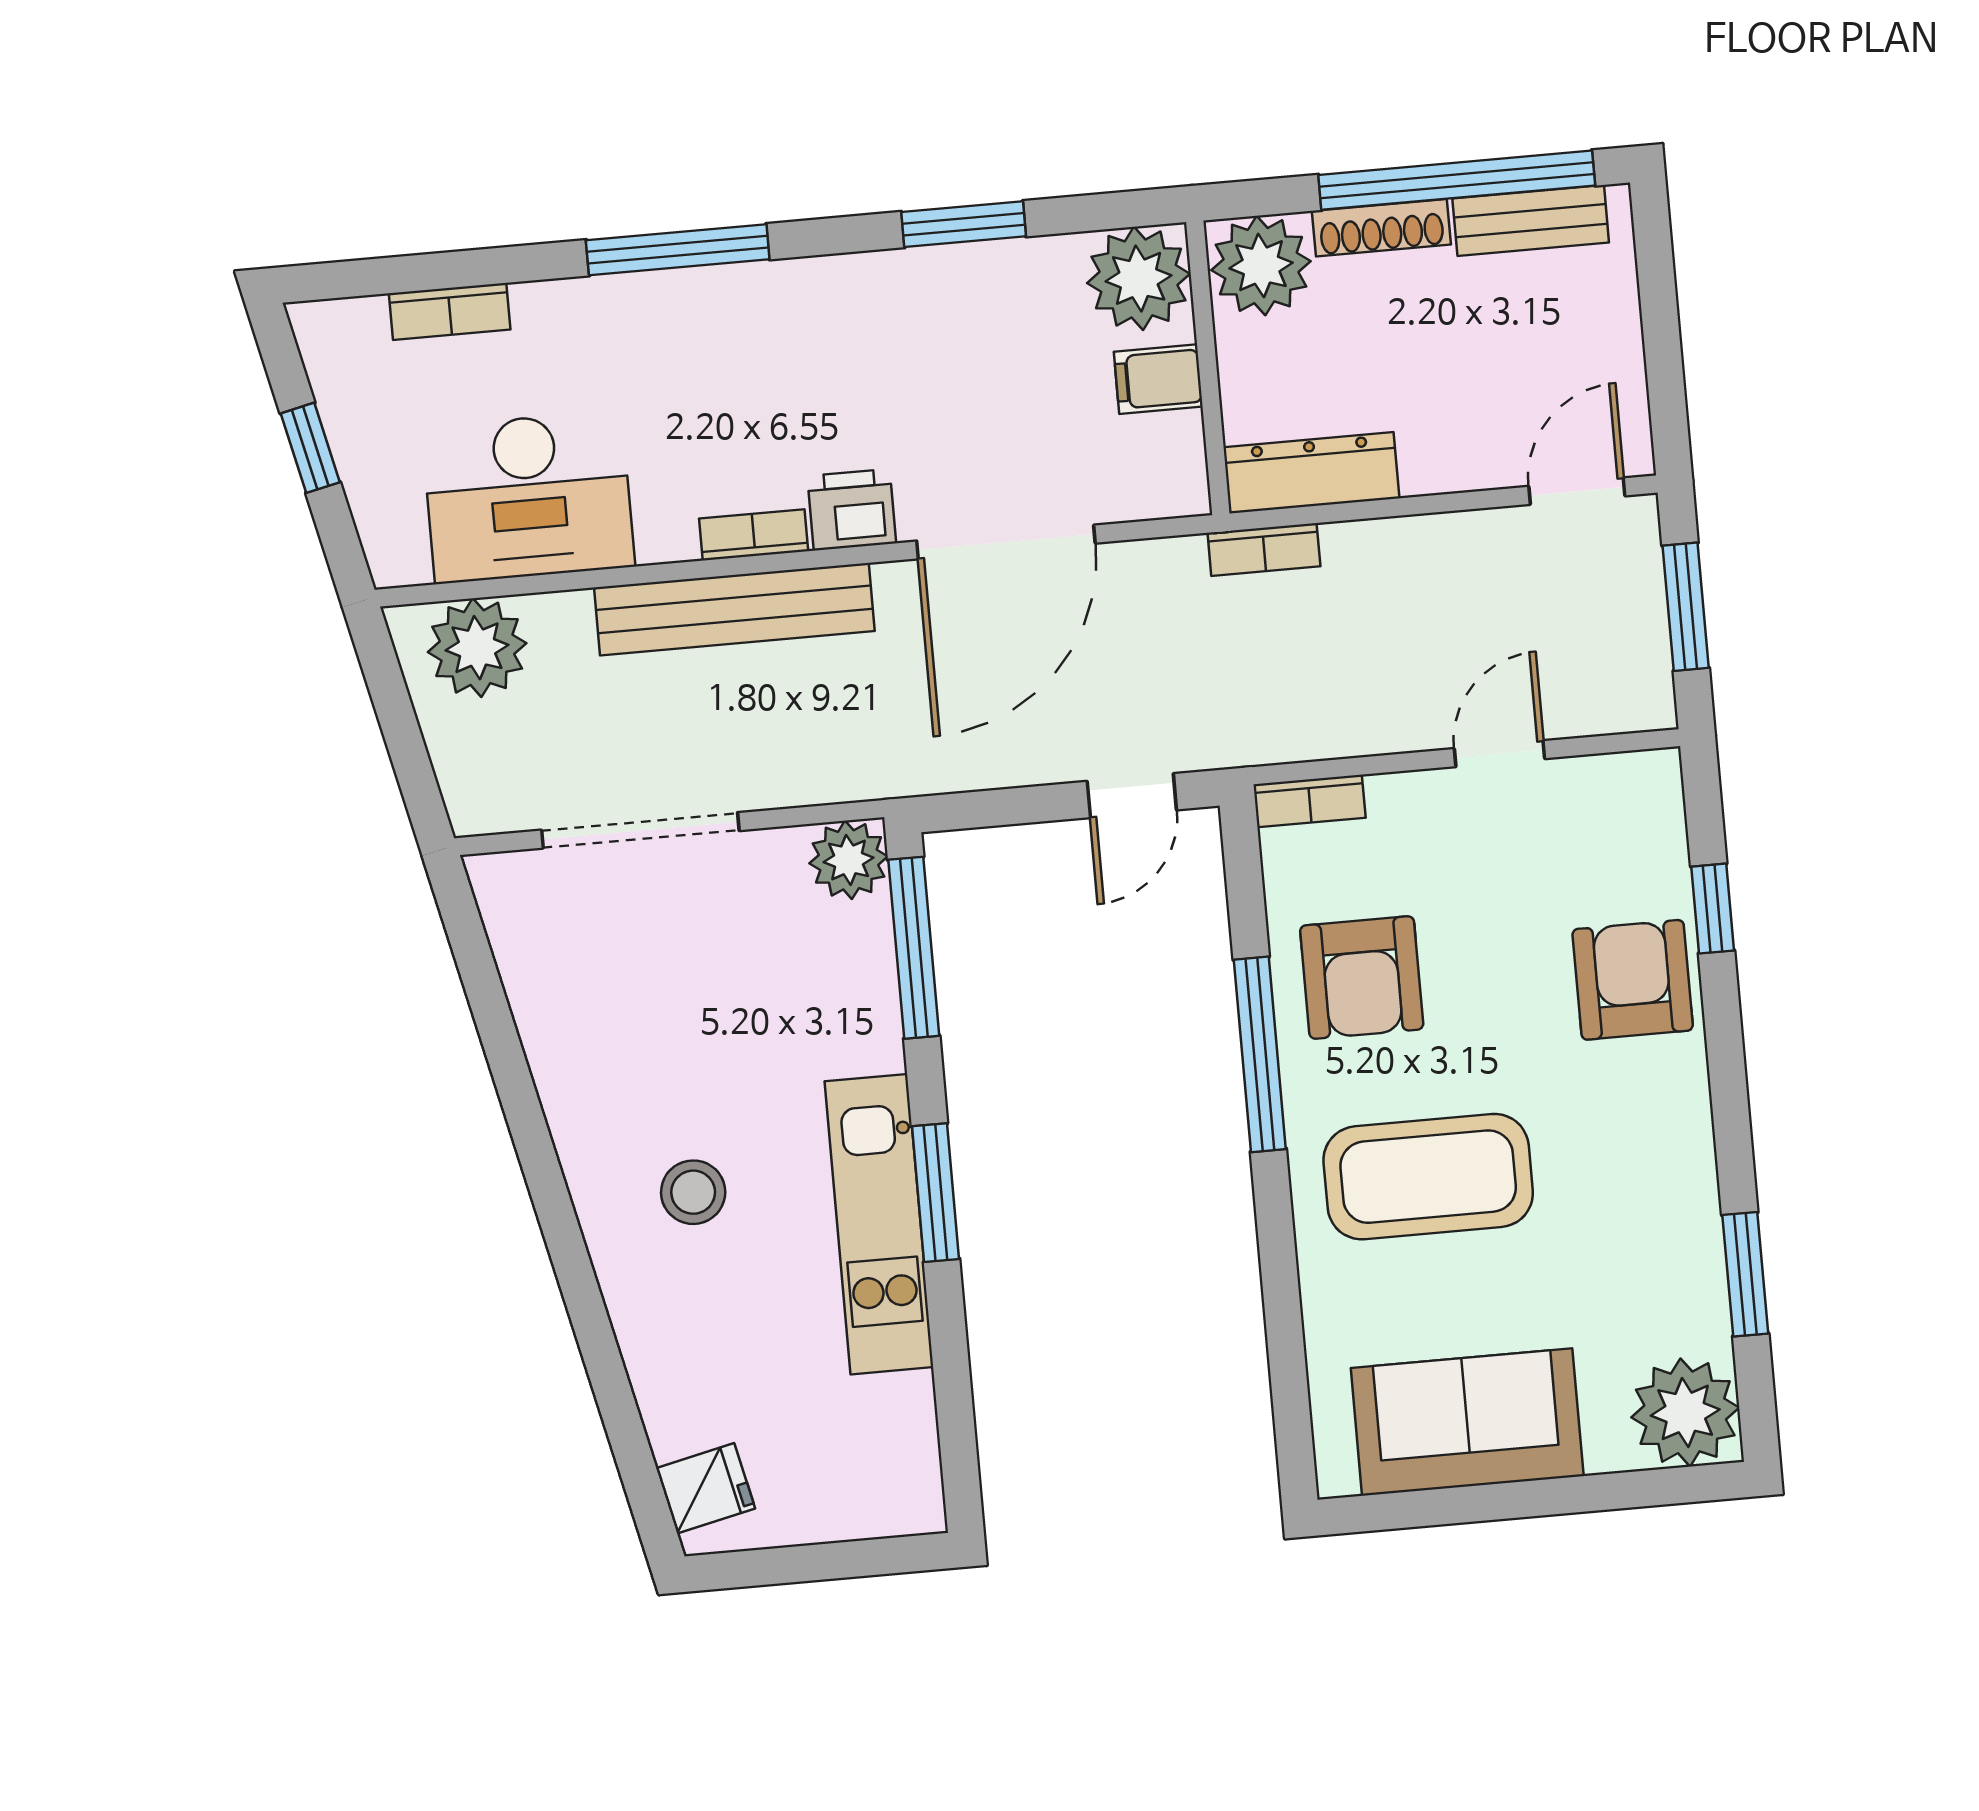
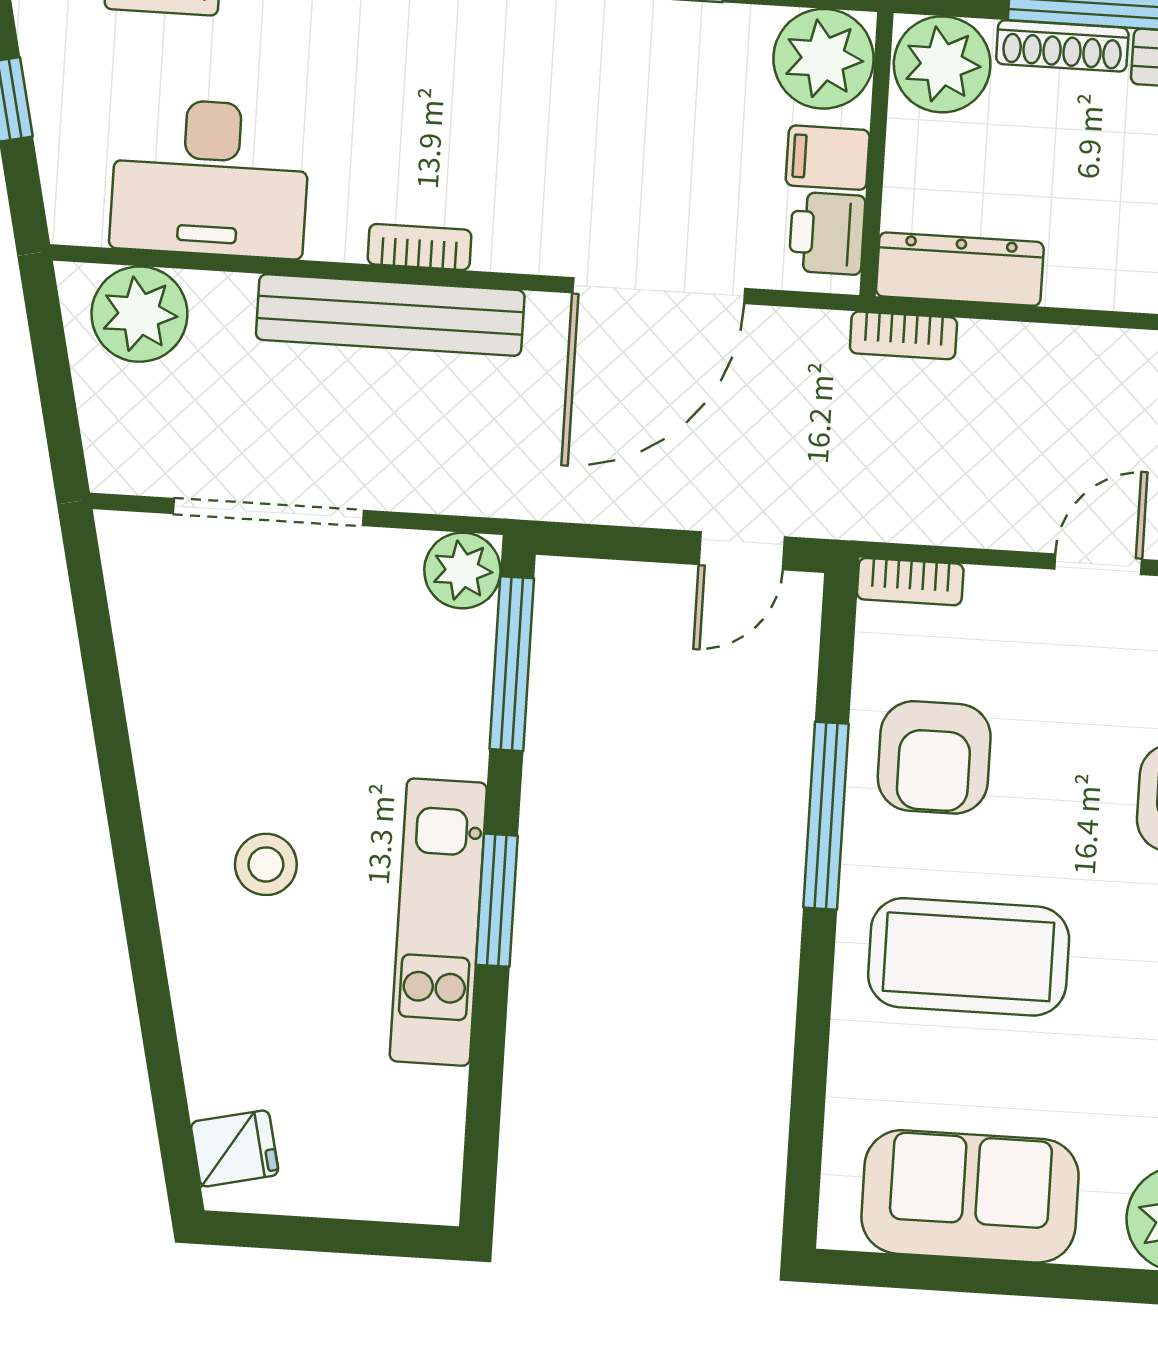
printer: (852, 510) -> (827, 233), moved, turned -90

